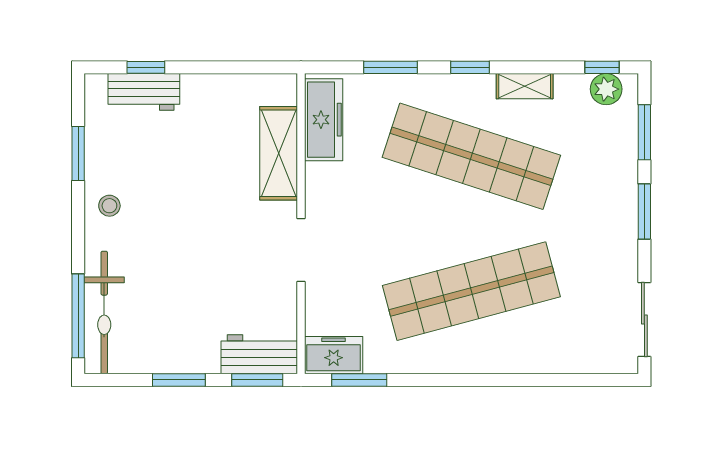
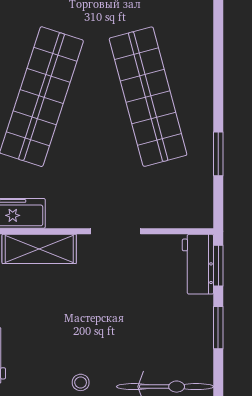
freezer: (334, 355) -> (199, 206), removed
window: (359, 380) -> (218, 154), moved

